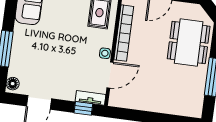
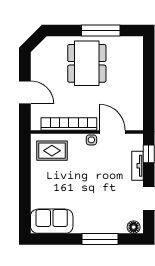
dining table: (189, 43) -> (87, 63), moved, turned 90
tv unit: (90, 98) -> (137, 166), moved

